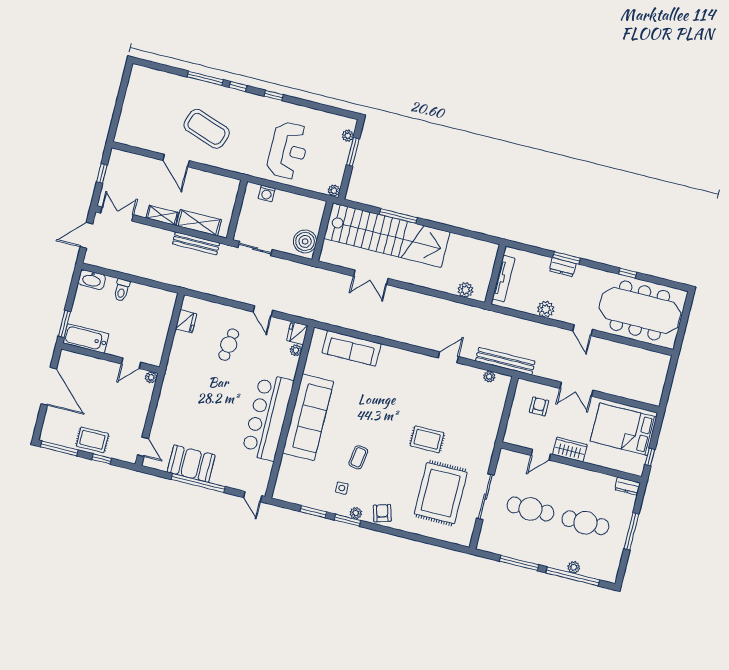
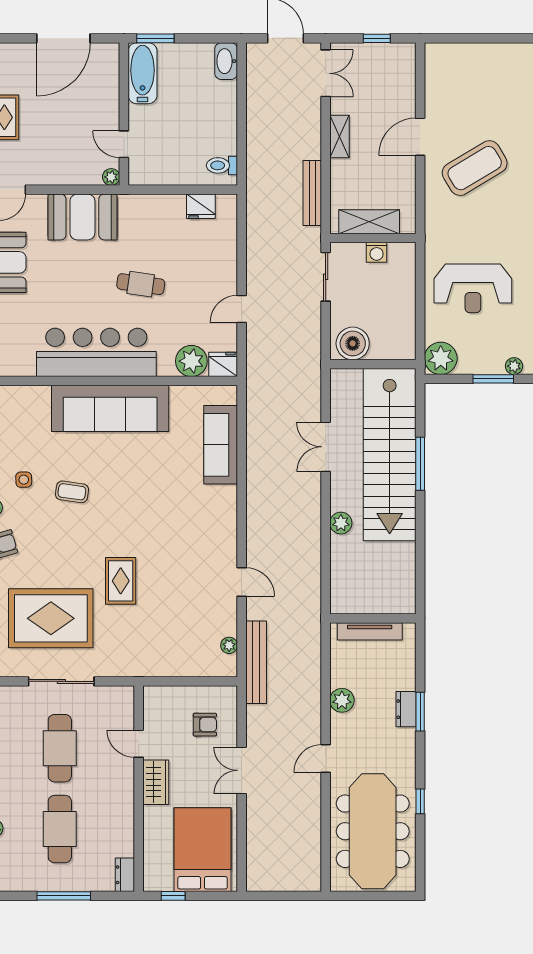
coffee table: (207, 129) -> (475, 168), turned 40
plant: (334, 191) -> (441, 358), width x1.88, depth x1.88
washing machine: (267, 193) -> (377, 252), moved, turned -90
shelving: (199, 223) -> (369, 222), moved, turned 90
toilet: (122, 290) -> (222, 165), moved
plant: (465, 290) -> (341, 523), moved
cafe table: (229, 345) -> (141, 284), moved
plant: (296, 350) -> (191, 361), width x1.87, depth x1.87
booth: (173, 404) -> (82, 217), added

